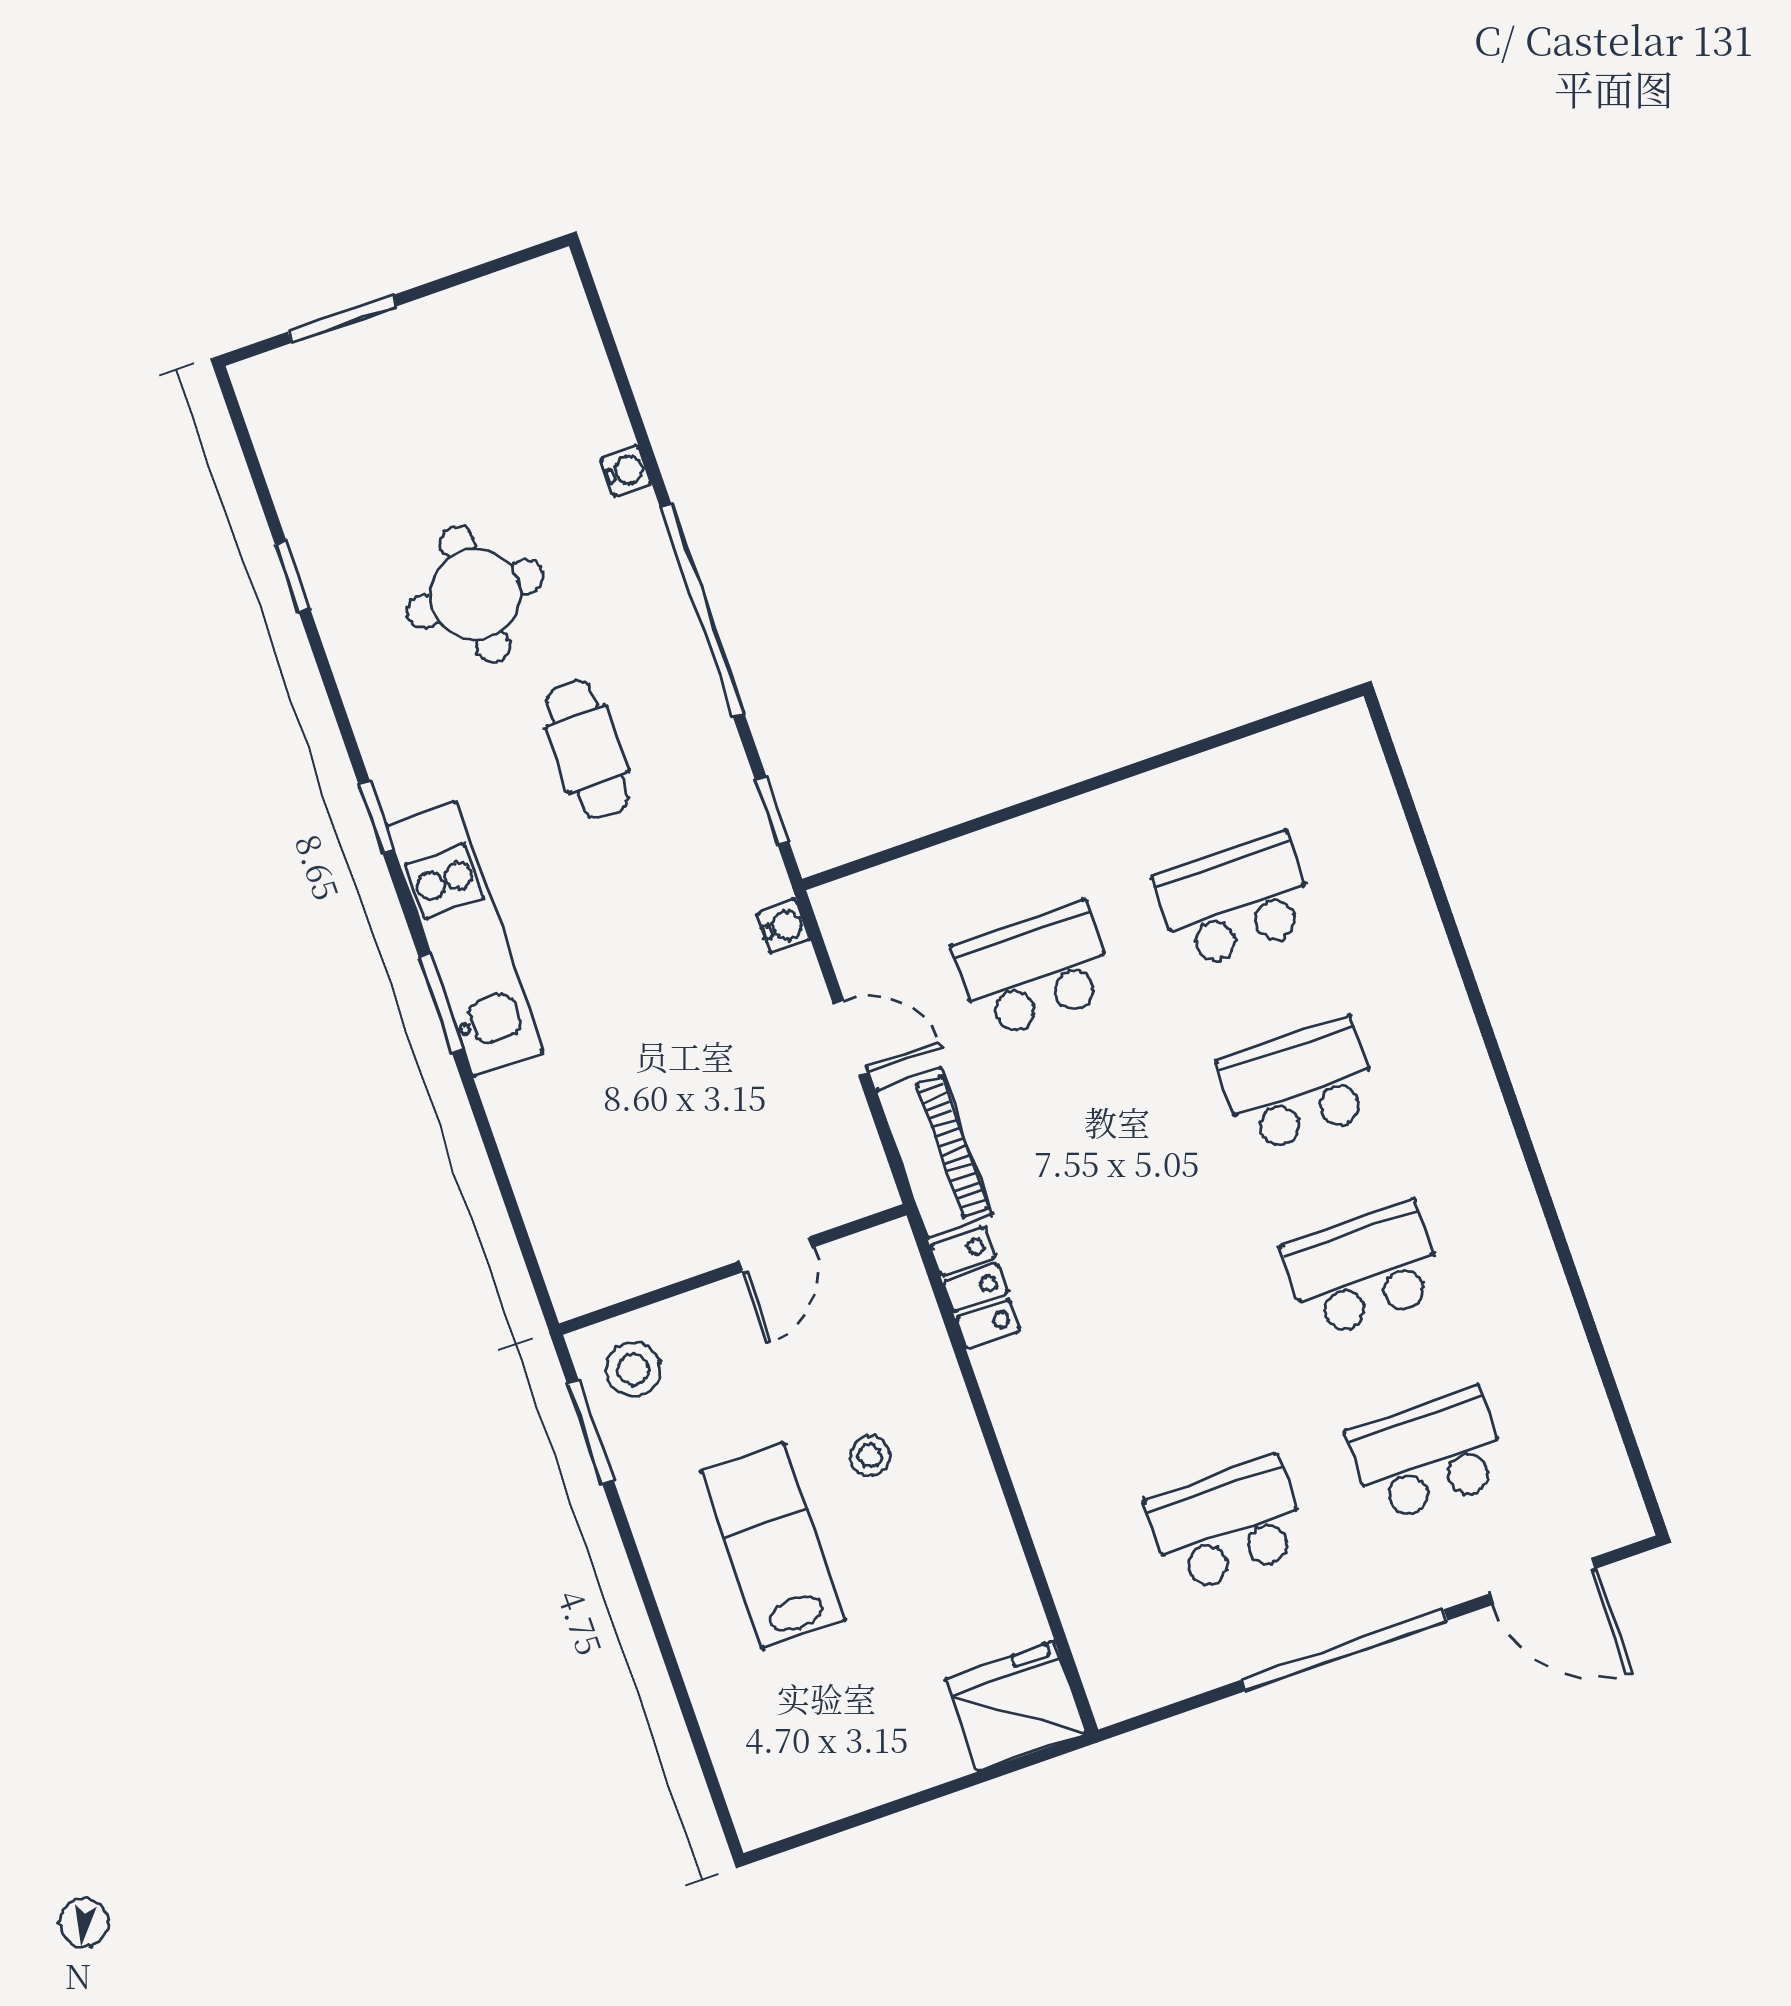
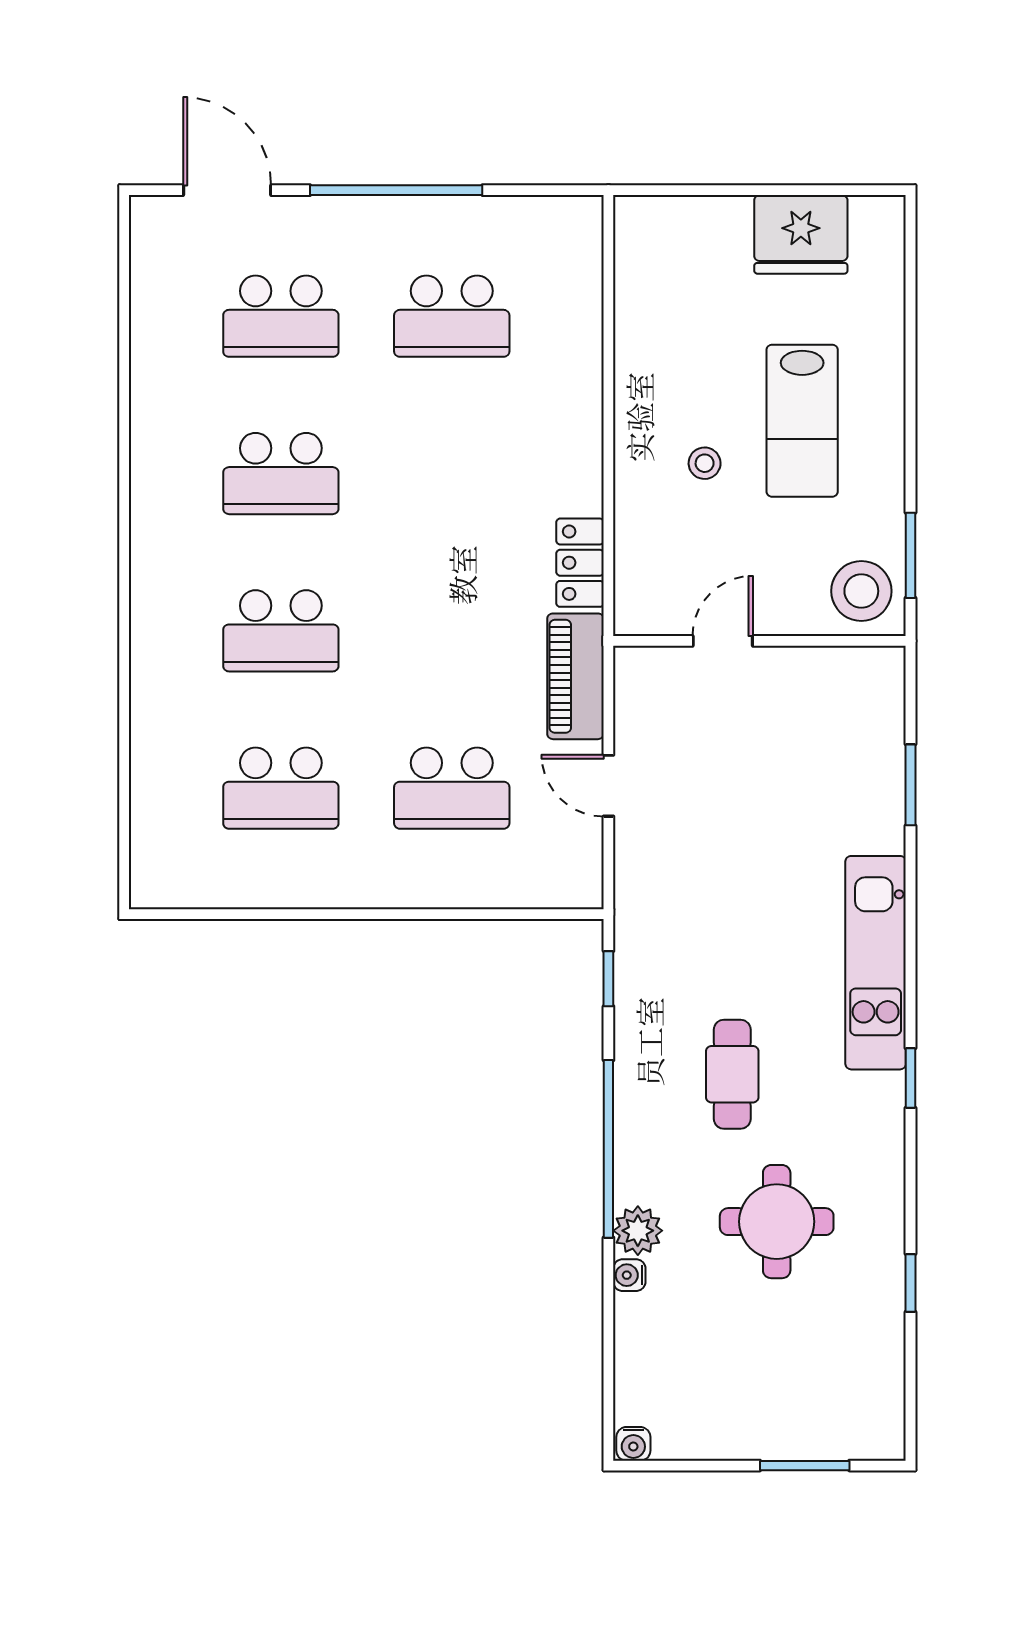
plant: (634, 527) -> (638, 1231), added
water cooler: (784, 927) -> (633, 1444), moved, turned -90
window: (441, 1004) -> (911, 785), moved
stool: (633, 1370) -> (861, 591), width x1.38, depth x1.38
fridge: (1016, 1706) -> (801, 234), moved

